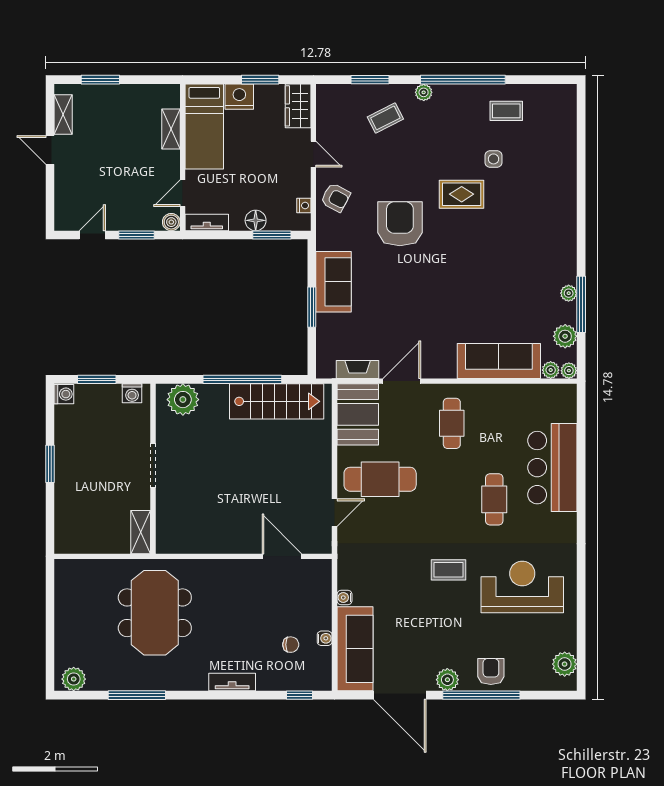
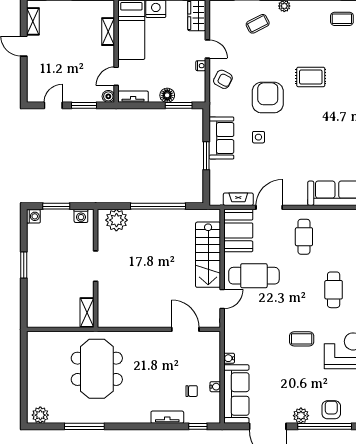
side table: (494, 159) -> (258, 137), moved
nightstand: (304, 206) -> (201, 66), moved
stairs: (277, 401) -> (208, 255), moved, turned 90
tv unit: (232, 682) -> (167, 417), moved

